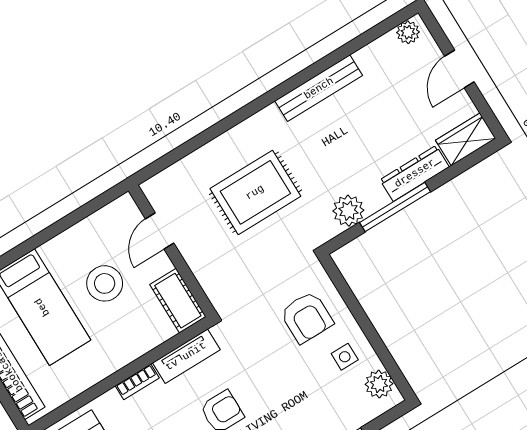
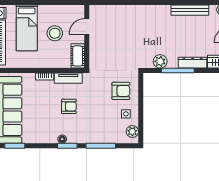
bench: (319, 88) -> (190, 10), moved
rug: (255, 192) -> (130, 34), removed
armchair: (307, 317) -> (121, 91), turned -90

